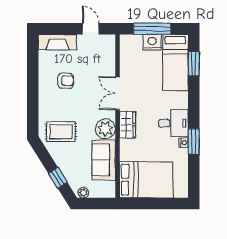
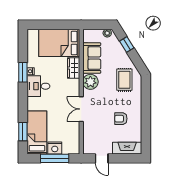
double door: (117, 93) -> (81, 109), swing flipped
wardrobe: (127, 125) -> (74, 68), moved
rug: (61, 132) -> (124, 80), turned 90

